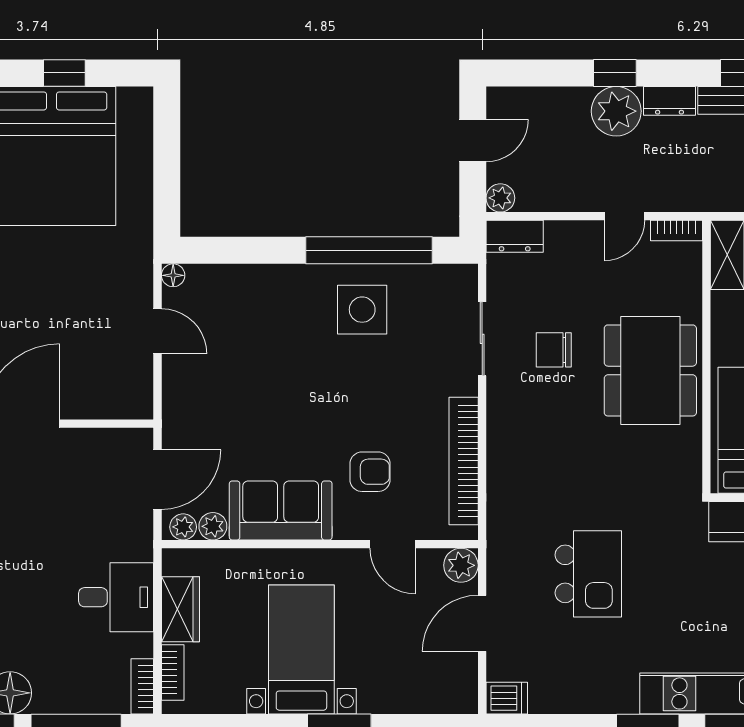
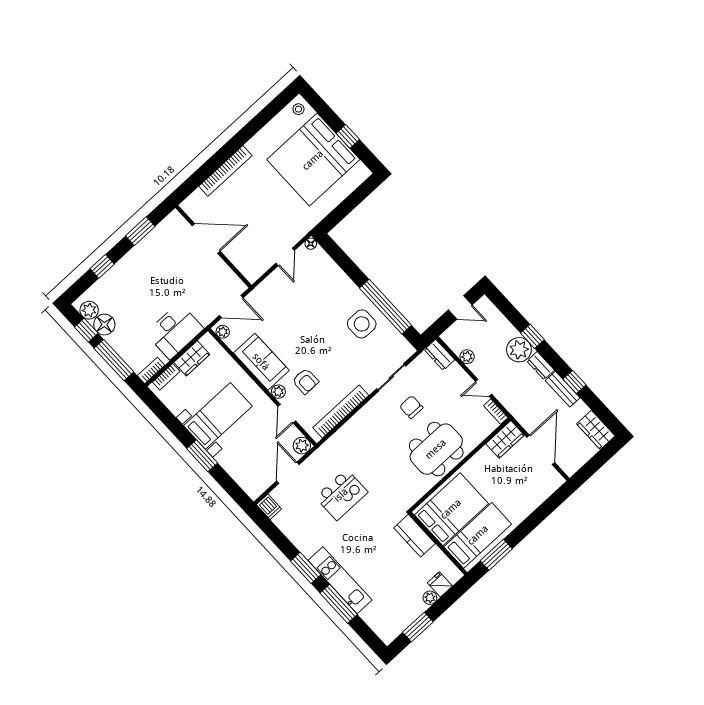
plant: (500, 198) -> (467, 357), moved
plant: (213, 526) -> (278, 392), moved
desk: (116, 597) -> (175, 331), width x1.37
door: (482, 623) -> (288, 473), hinge flipped

